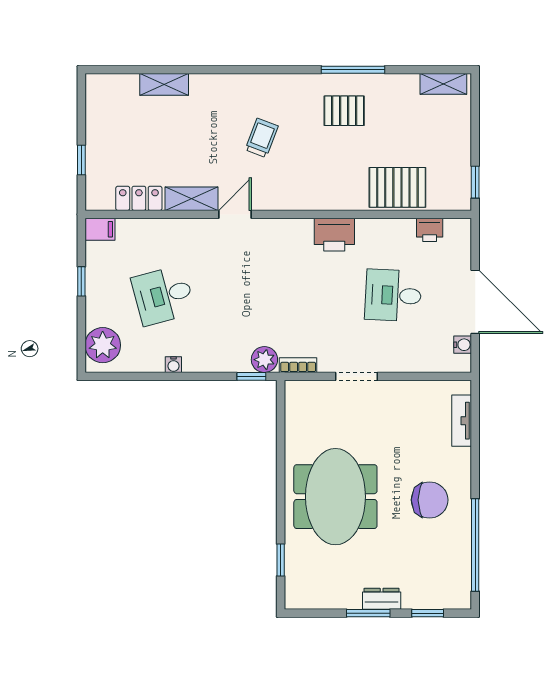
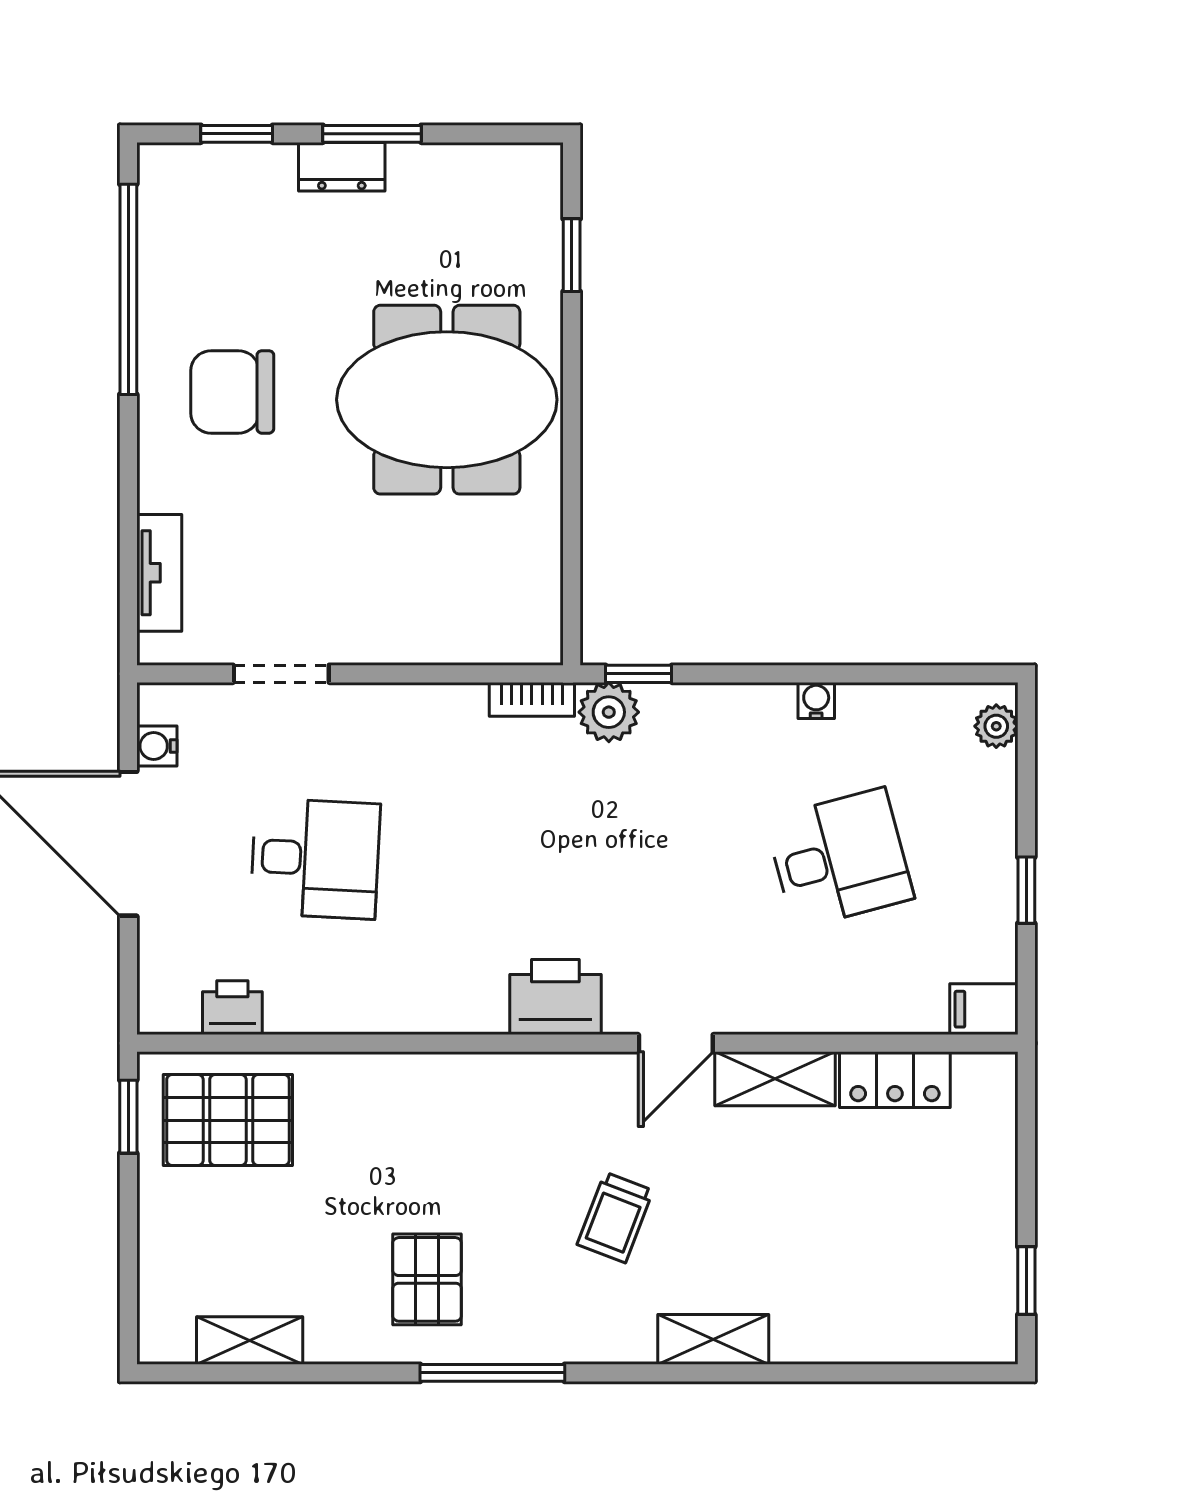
window: (353, 70) -> (492, 1373), moved
shelving: (164, 84) -> (713, 1339), moved
shelving: (443, 84) -> (250, 1341), moved
pallet: (344, 111) -> (427, 1279), turned 90
window: (81, 160) -> (1026, 1281), moved
pallet: (397, 187) -> (228, 1120), moved
printer: (334, 235) -> (555, 997), moved
plant: (103, 345) -> (996, 726), width x0.53, depth x0.53
doorway: (356, 376) -> (281, 674), moved
meeting table: (335, 497) -> (447, 400), turned 90

